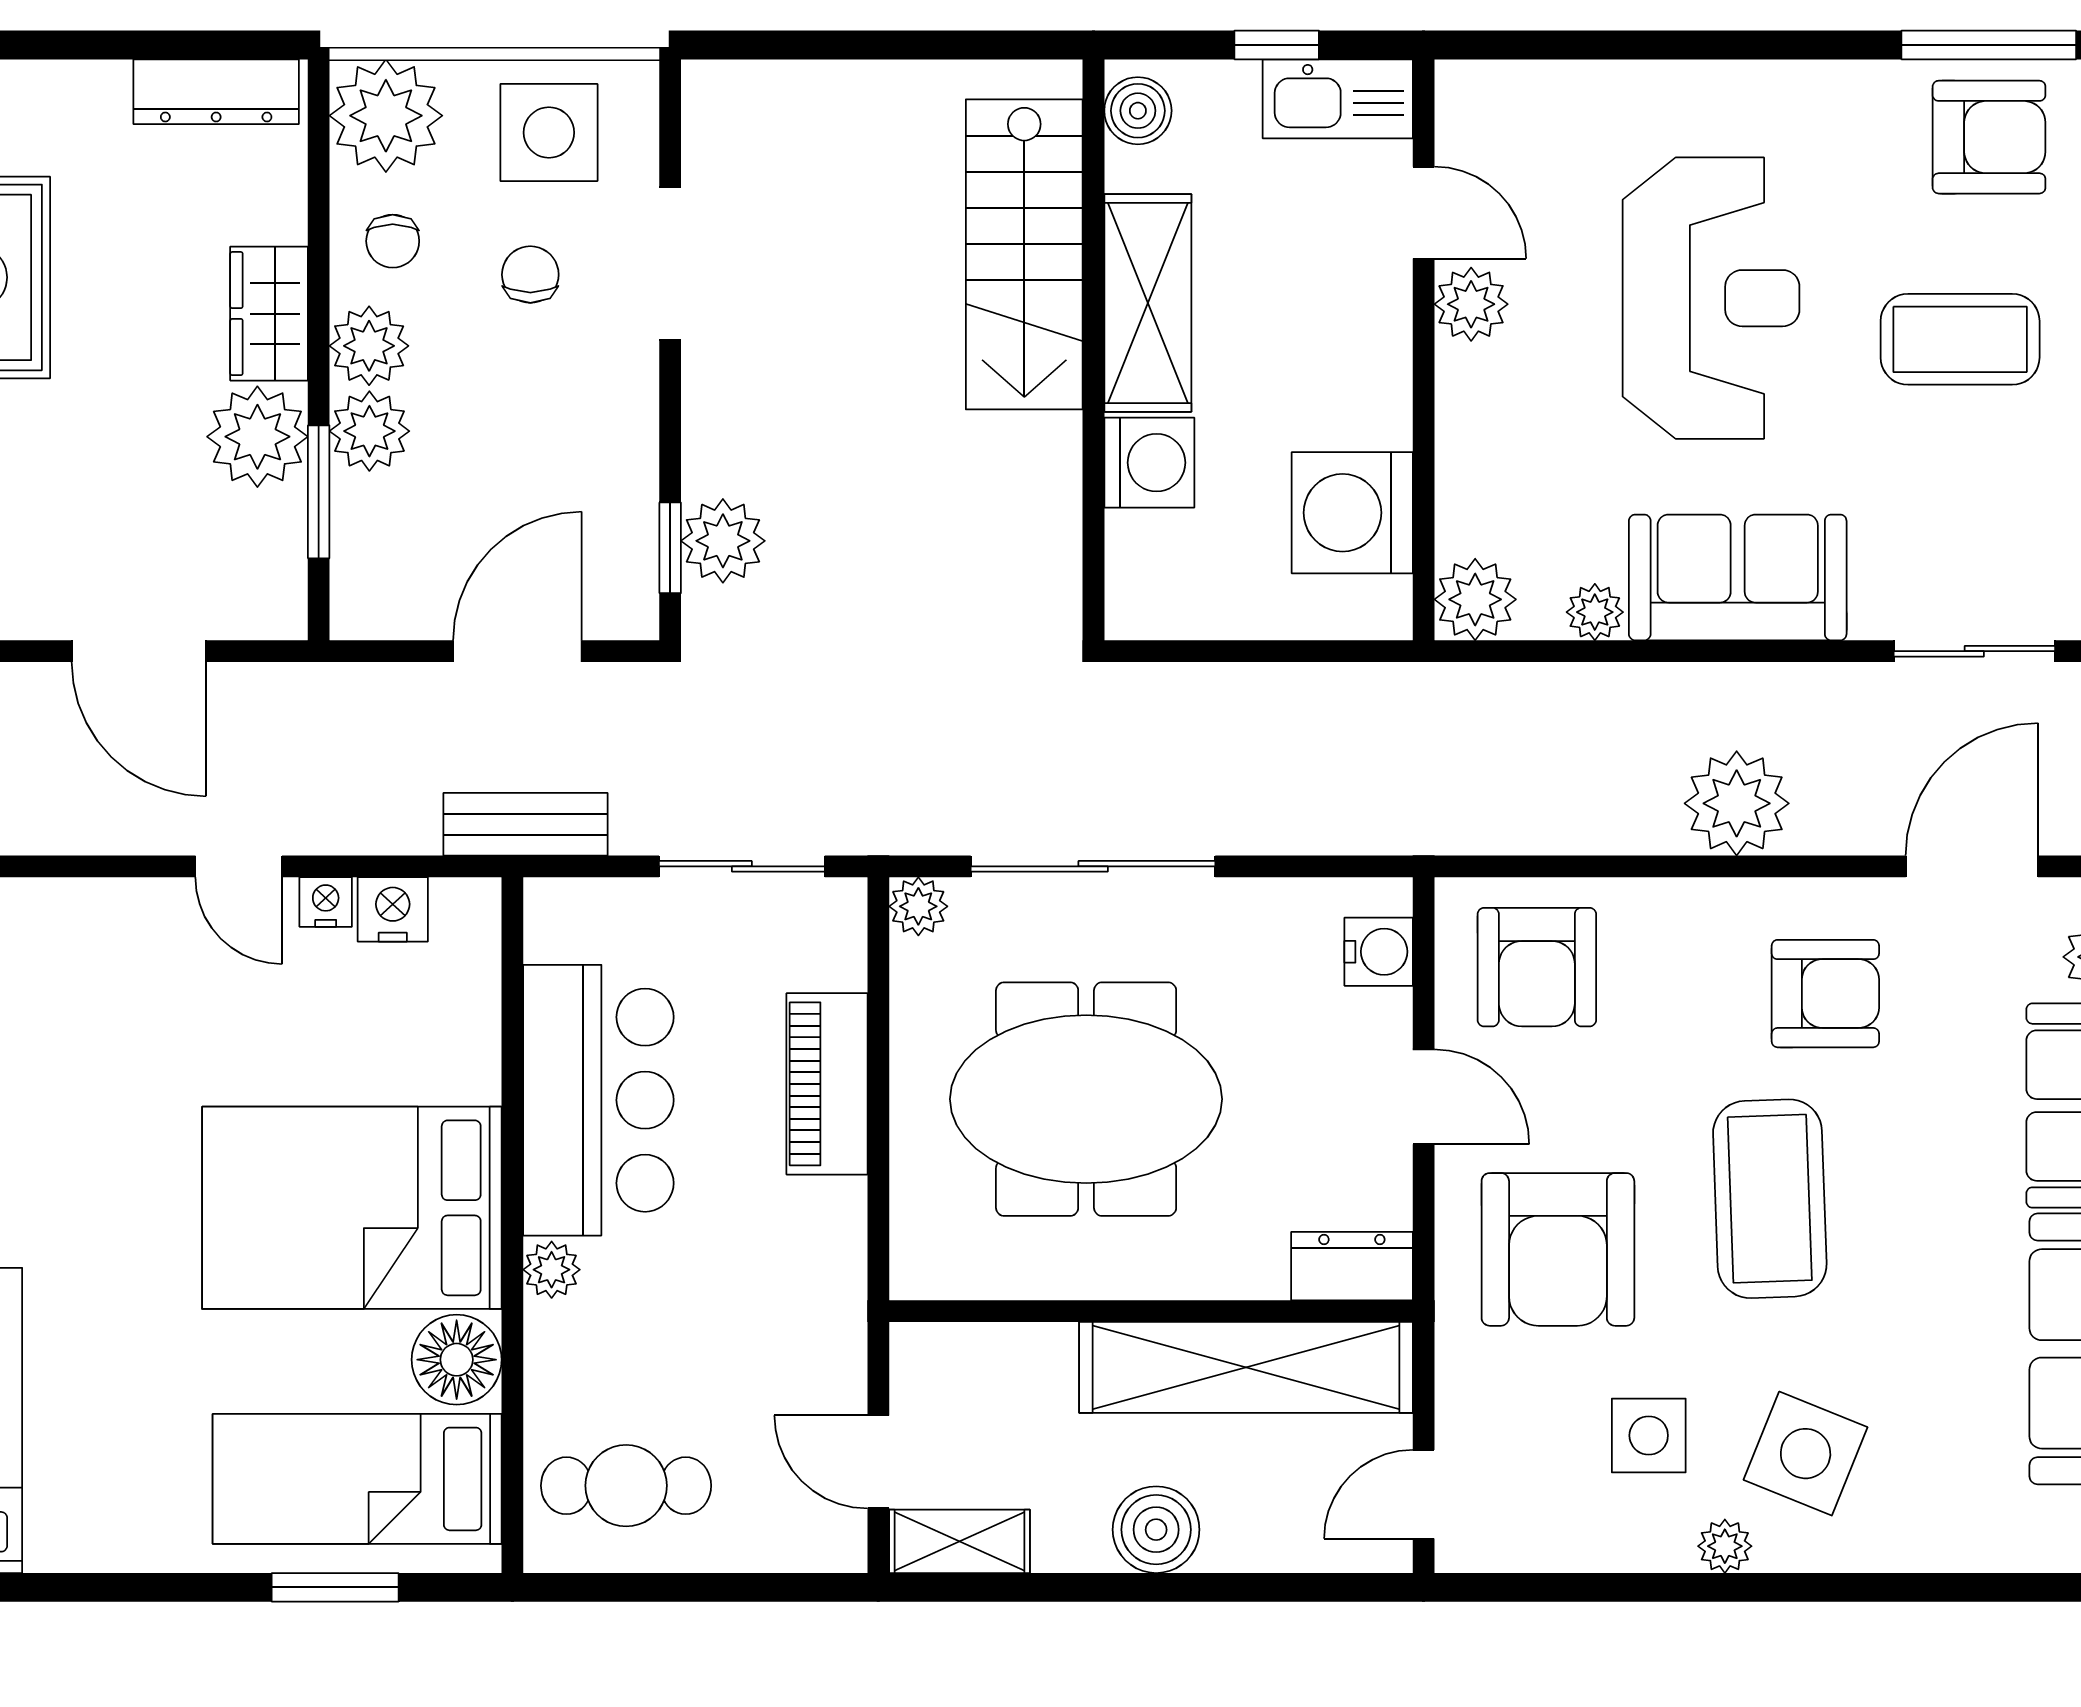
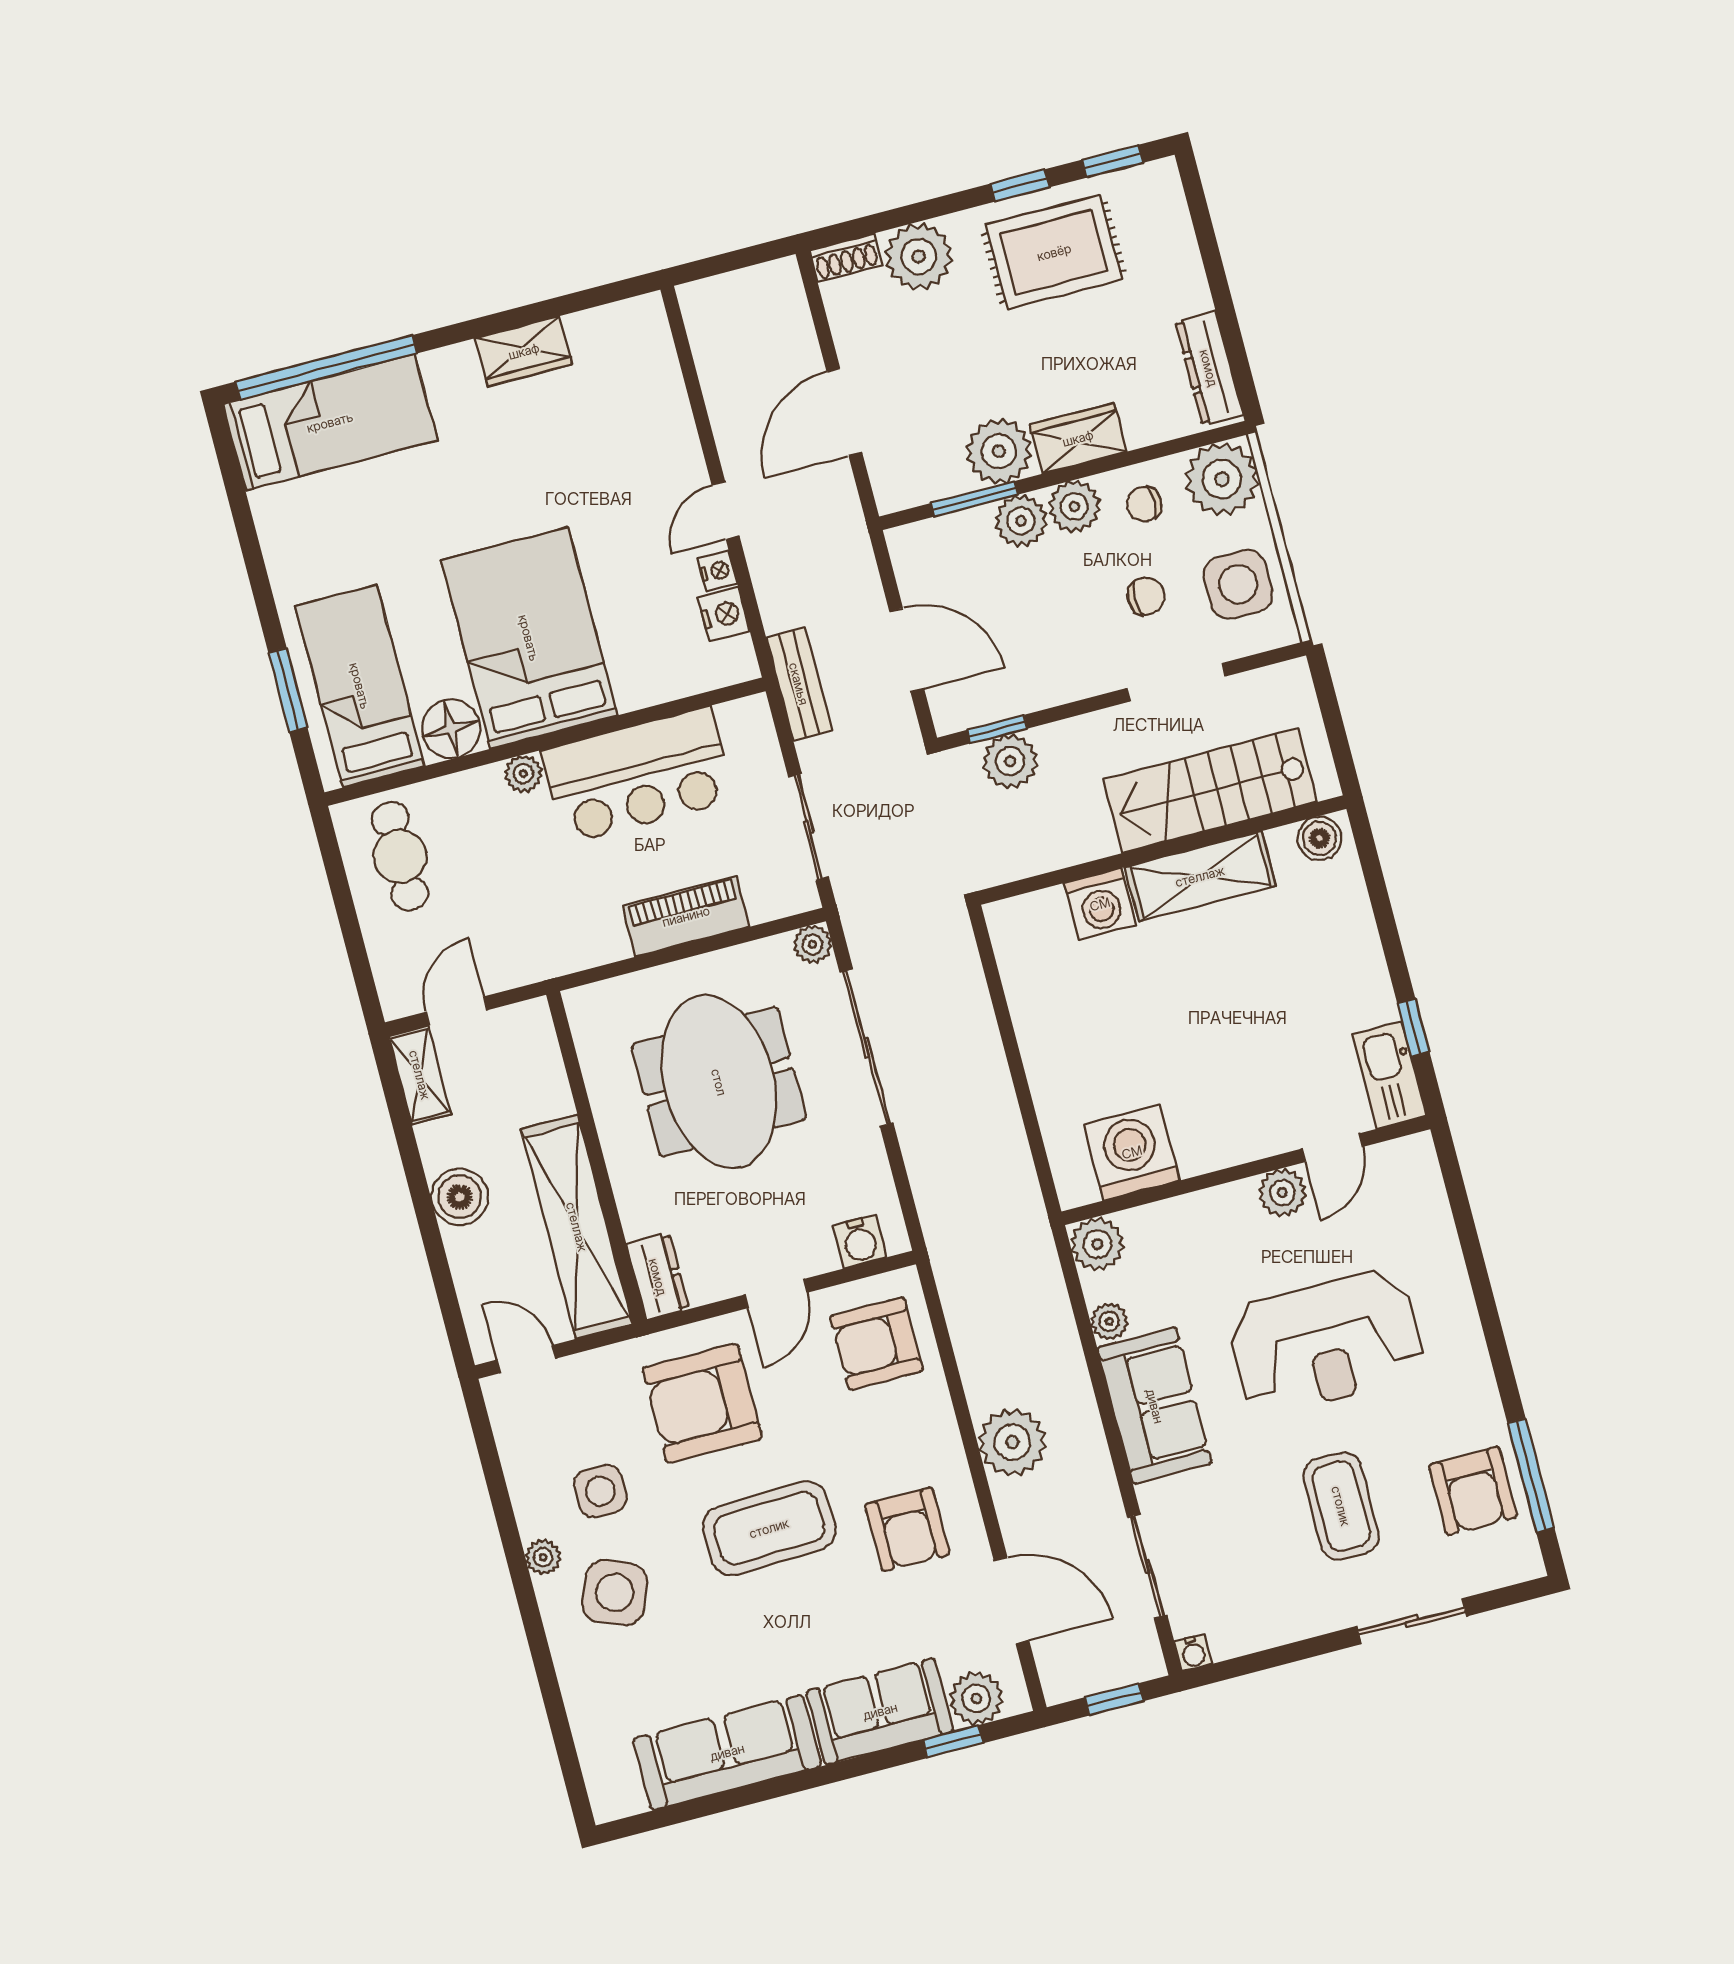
boiler: (1138, 111) -> (1320, 838), moved
stairs: (1024, 254) -> (1210, 791), moved
shelving: (1148, 303) -> (1200, 876), moved
wall: (1094, 350) -> (1162, 850), moved
washing machine: (1149, 463) -> (1100, 904), moved

